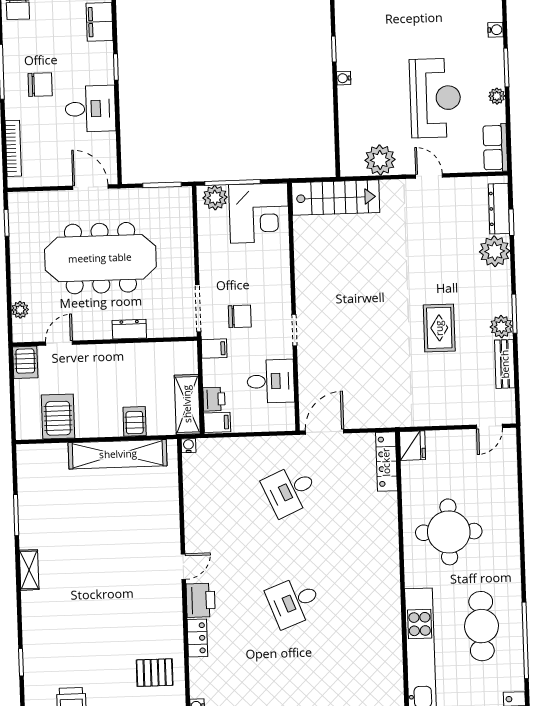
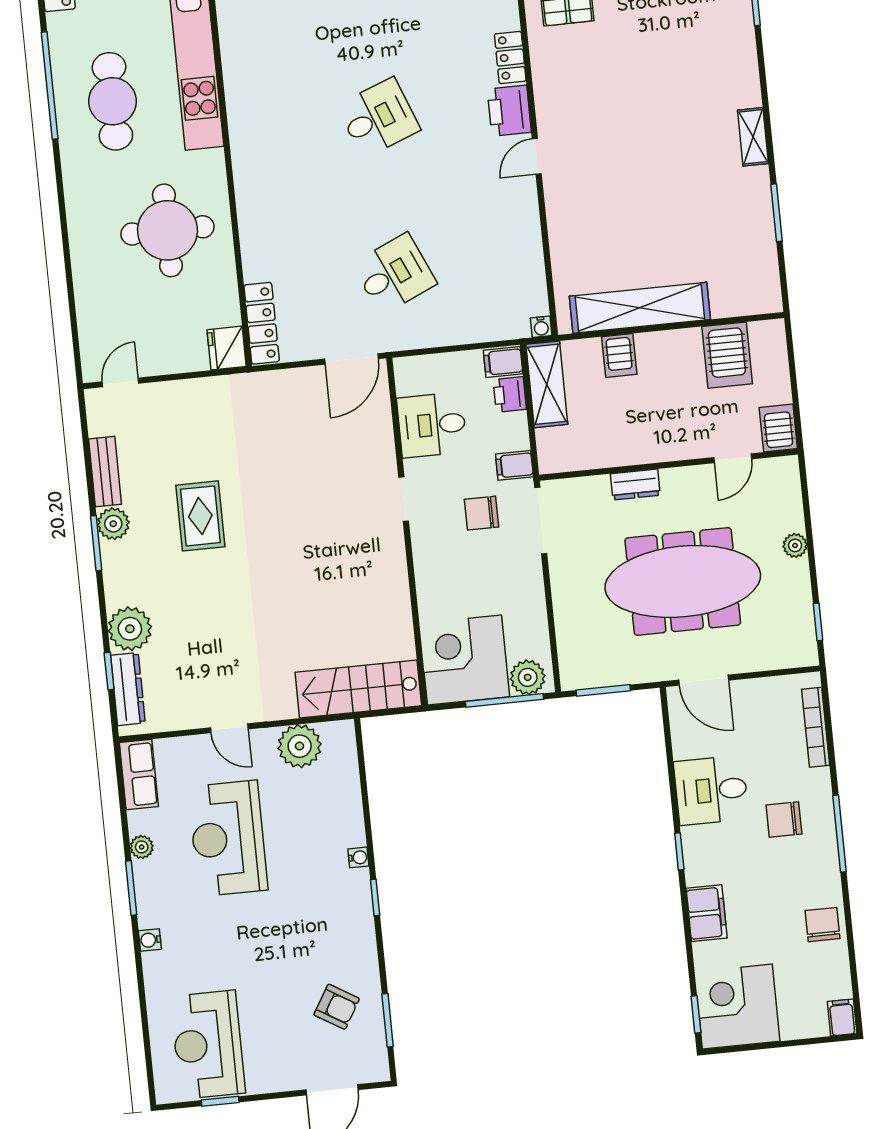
plant: (20, 310) -> (795, 545), moved

